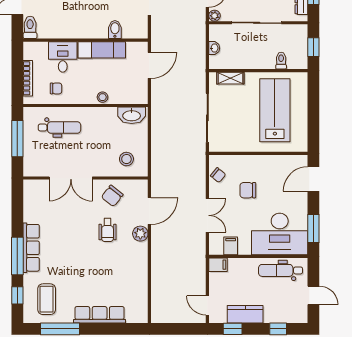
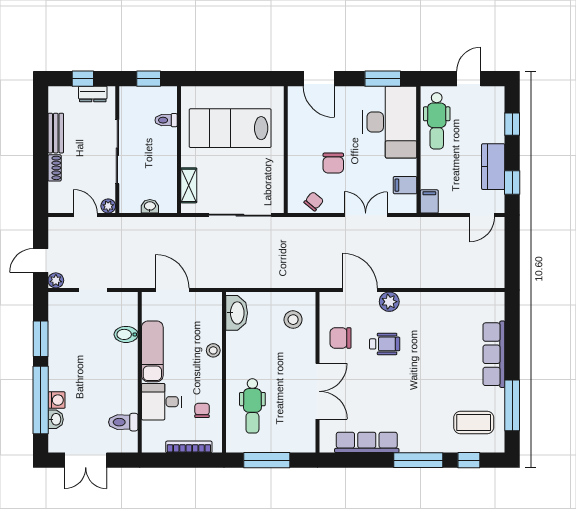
toilet: (30, 27) -> (123, 422), moved
dental chair: (59, 128) -> (252, 406), turned 180
chair: (112, 196) -> (341, 338), turned 142
row of seats: (31, 248) -> (367, 442), moved

